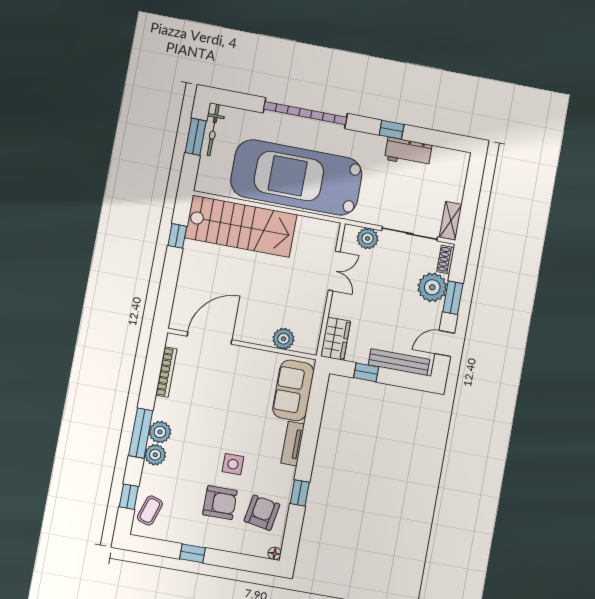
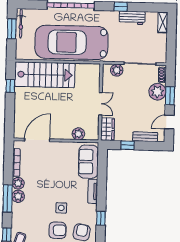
shelving: (451, 221) -> (163, 22), moved
double door: (334, 271) -> (100, 104), moved
bench: (399, 362) -> (145, 137), width x0.73
plant: (155, 455) -> (18, 183), moved

